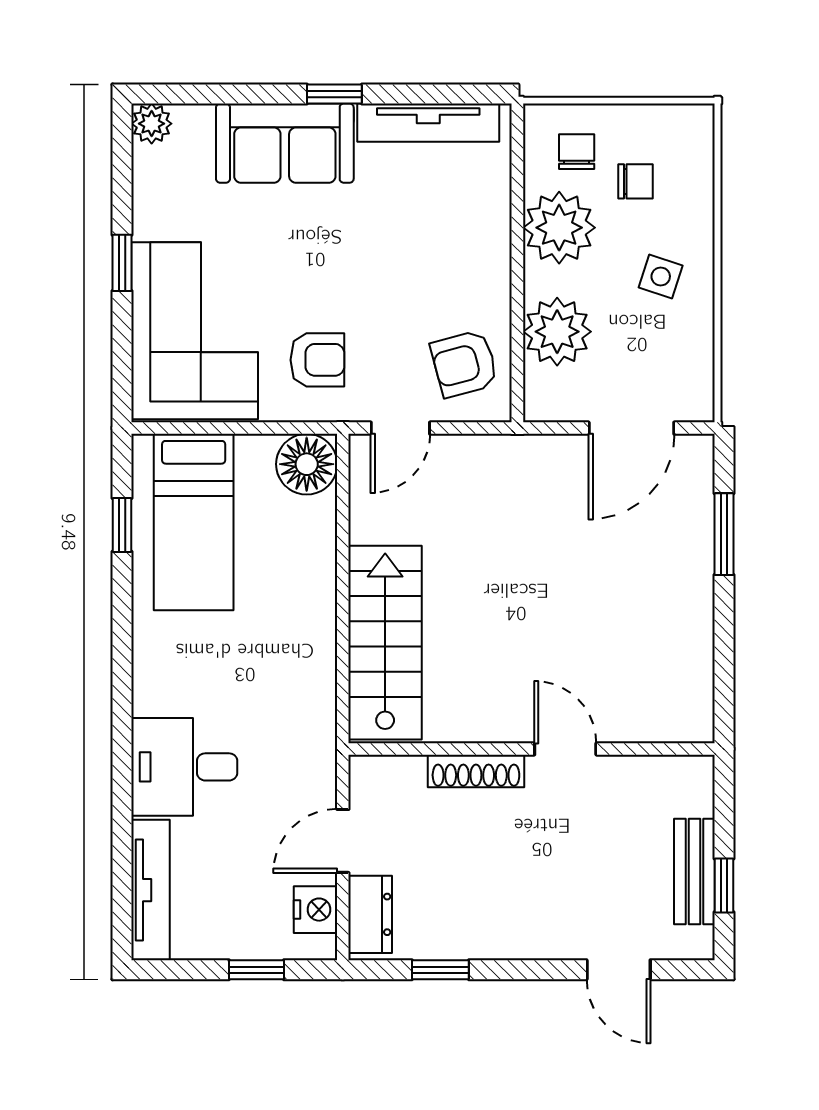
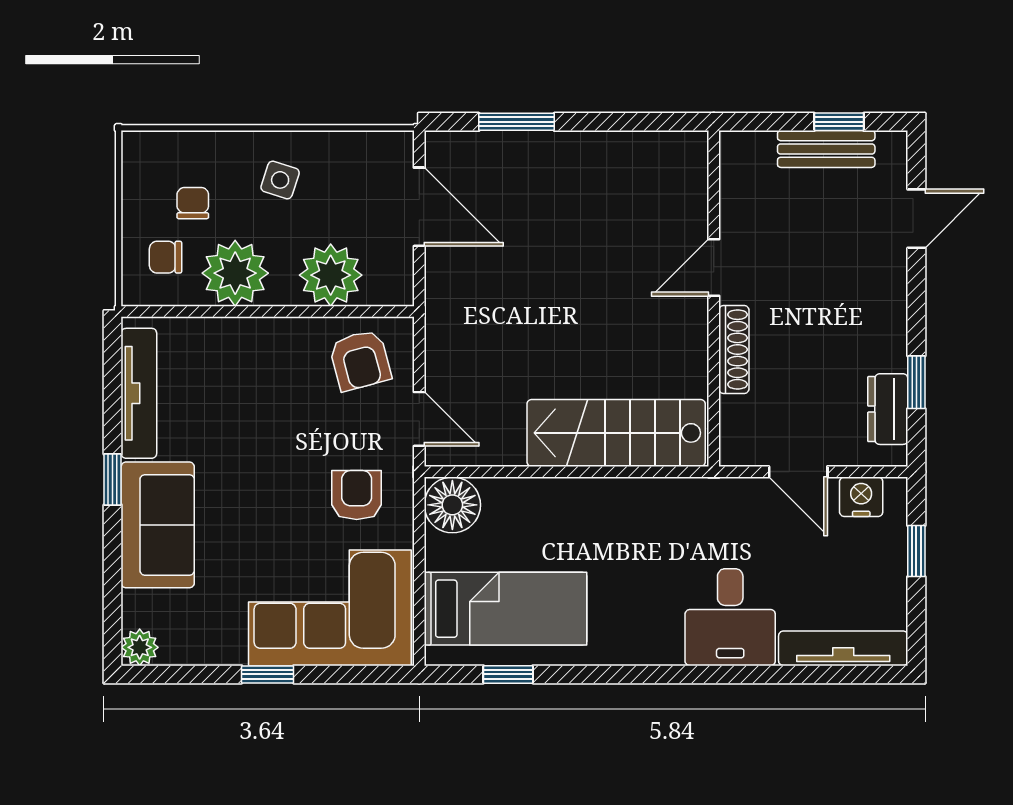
dresser: (370, 914) -> (888, 409), moved, turned -90

